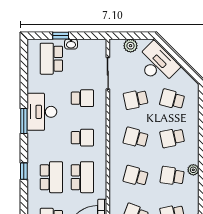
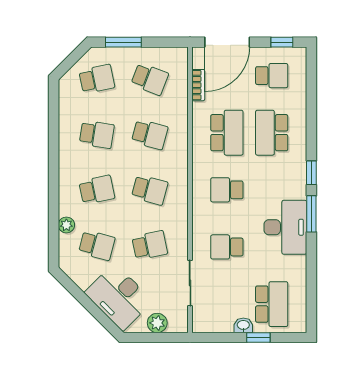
plant: (193, 170) -> (66, 225), moved
window: (24, 171) -> (311, 173), moved
school desk: (82, 177) -> (227, 133), turned 180

